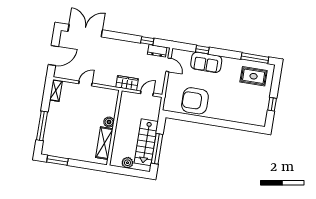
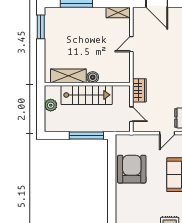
door: (85, 83) -> (131, 44), swing flipped
stairs: (146, 142) -> (87, 95), moved, turned 180
window: (157, 149) -> (86, 136), moved

